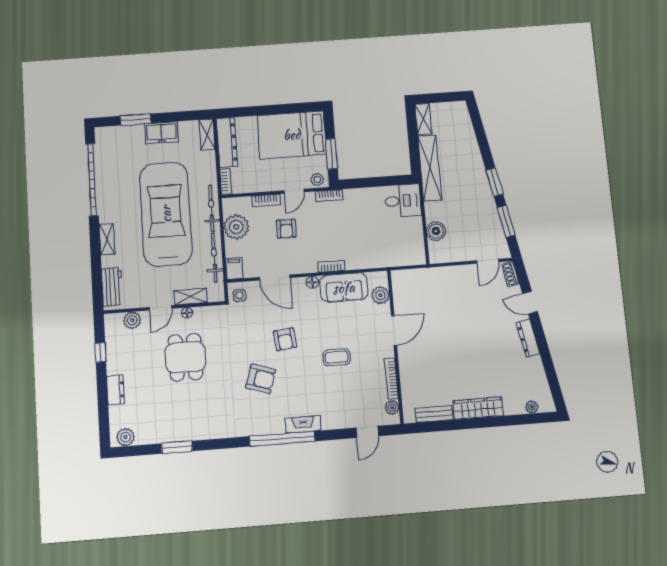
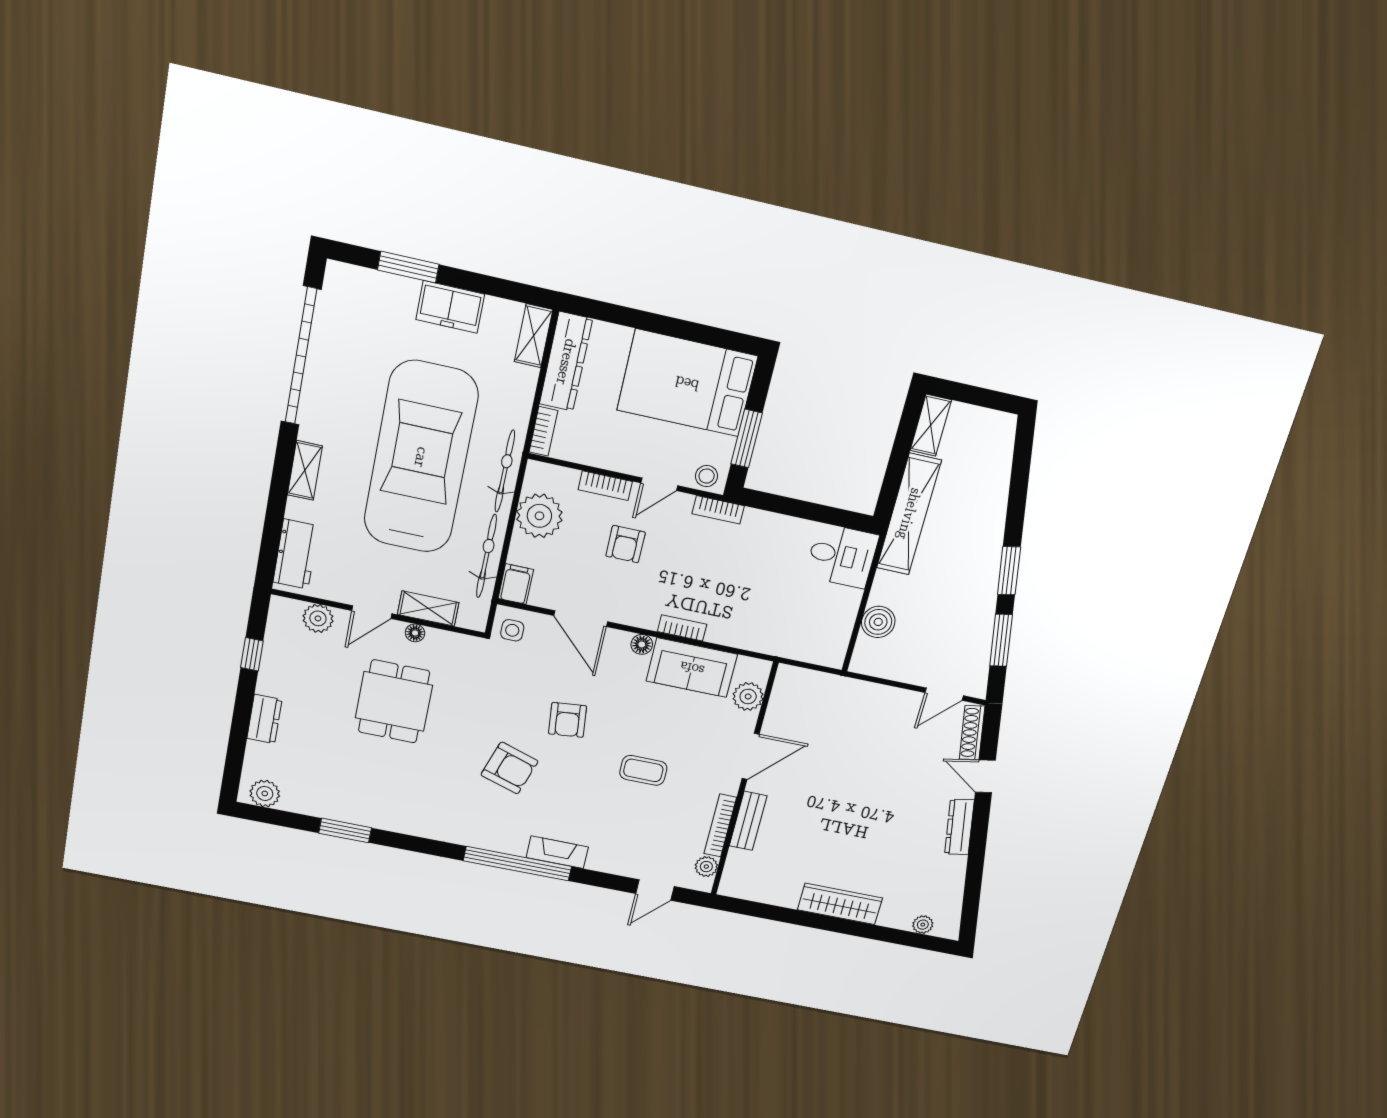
shoe rack: (511, 274) -> (972, 733), width x1.43
bench: (434, 414) -> (748, 821), moved, turned 90

